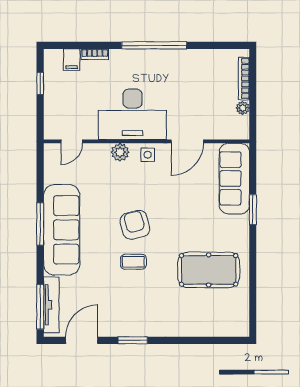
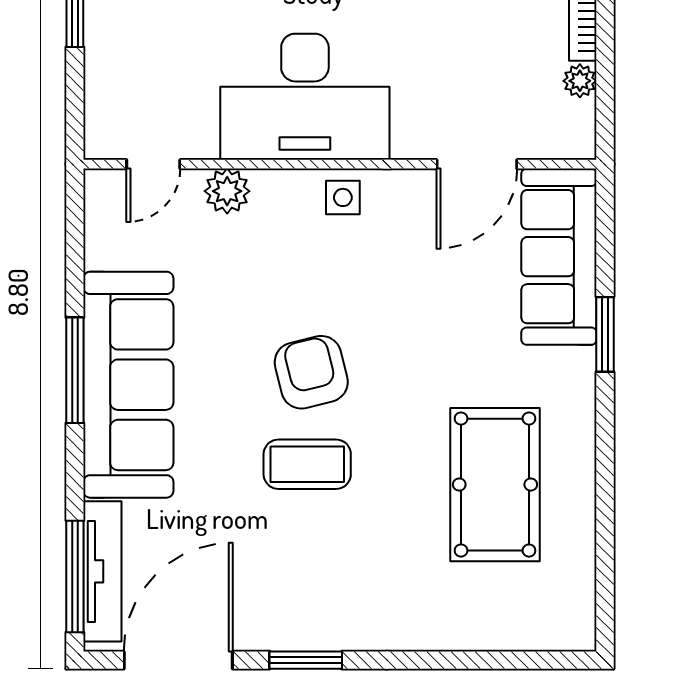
door: (187, 141) -> (477, 164), moved
plant: (120, 152) -> (227, 191), moved
coffee table: (133, 262) -> (307, 464), width x1.36, depth x1.30
pool table: (209, 270) -> (495, 485), turned 90
door: (82, 340) -> (178, 660), width x1.36

